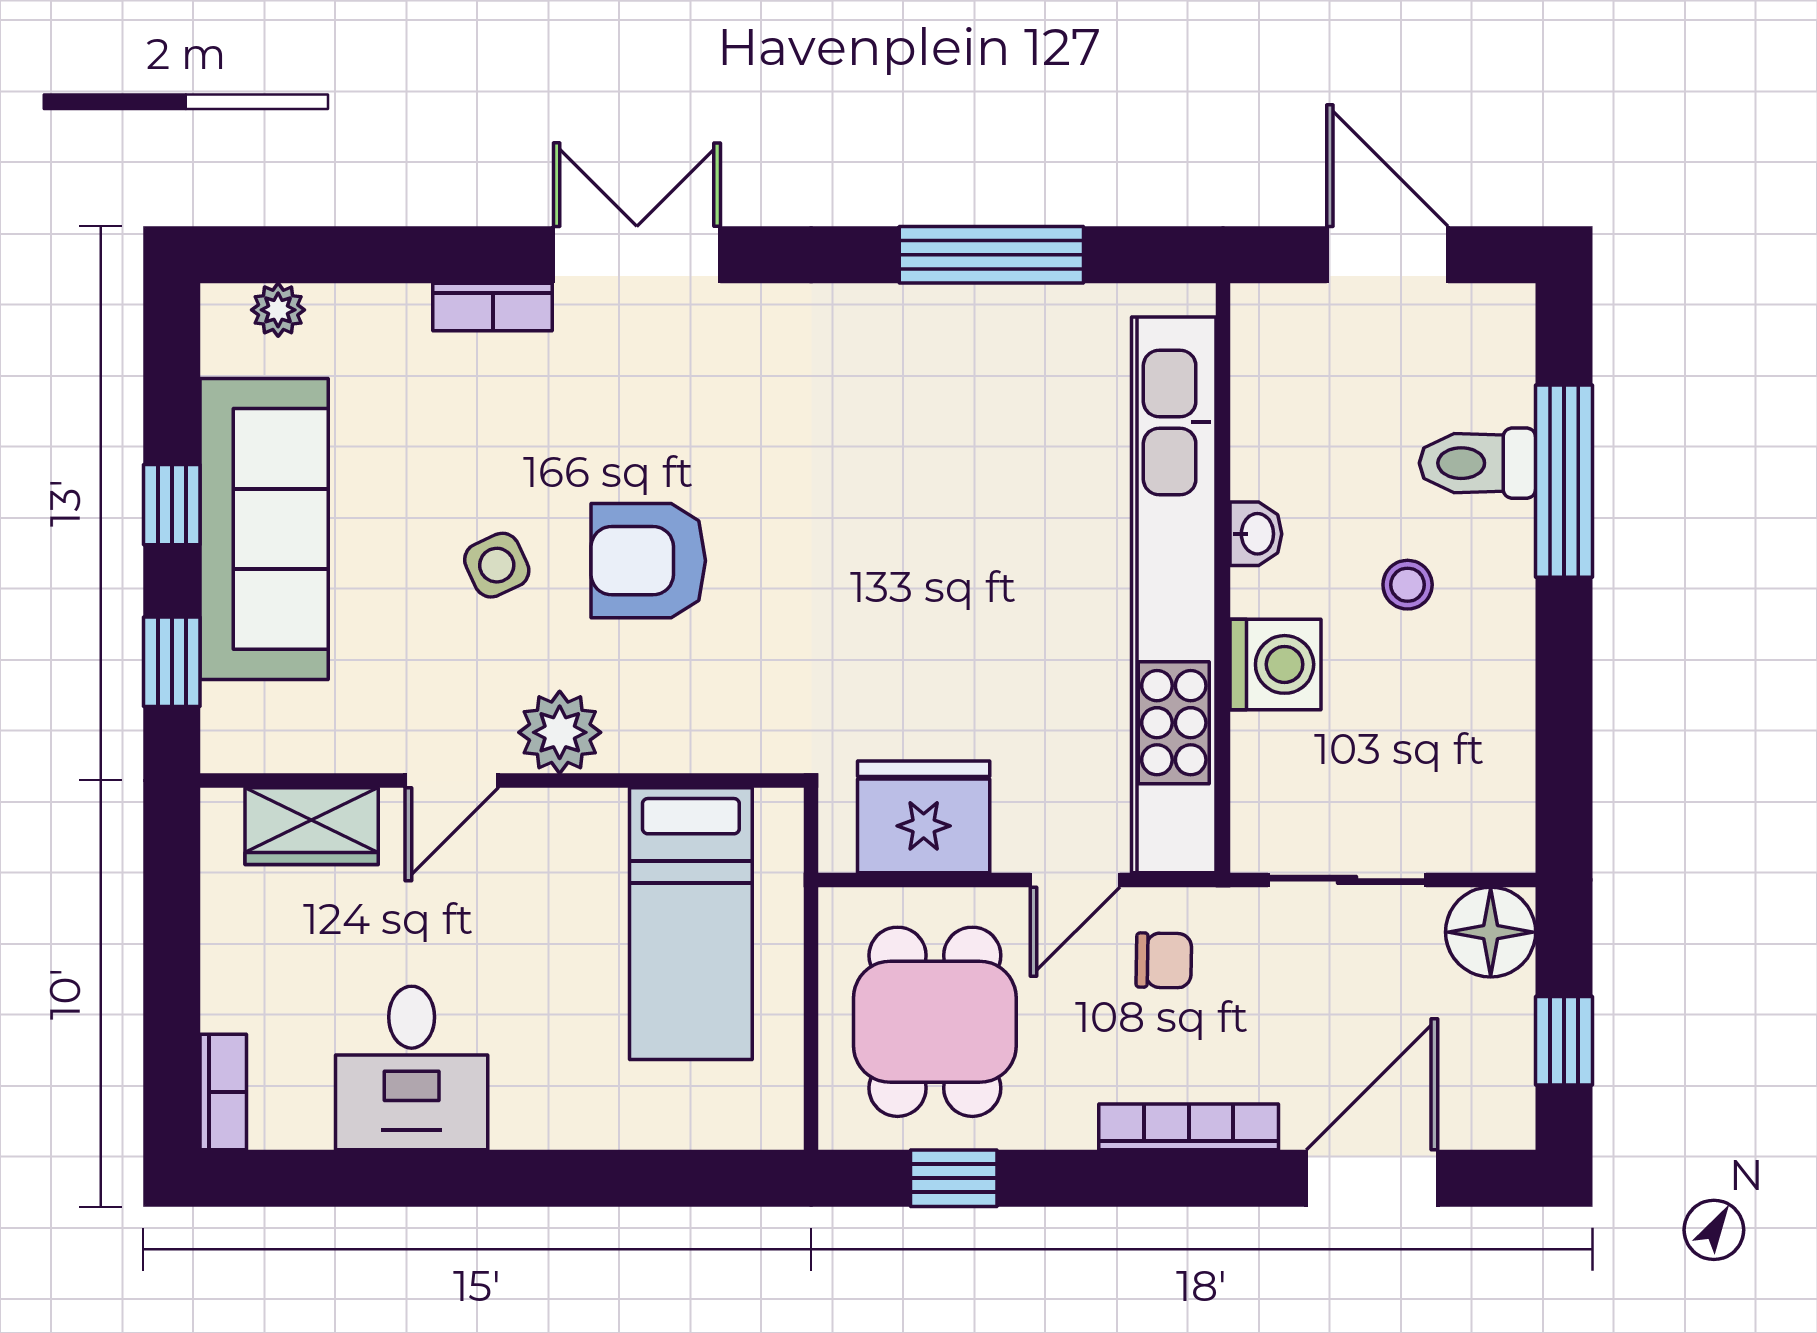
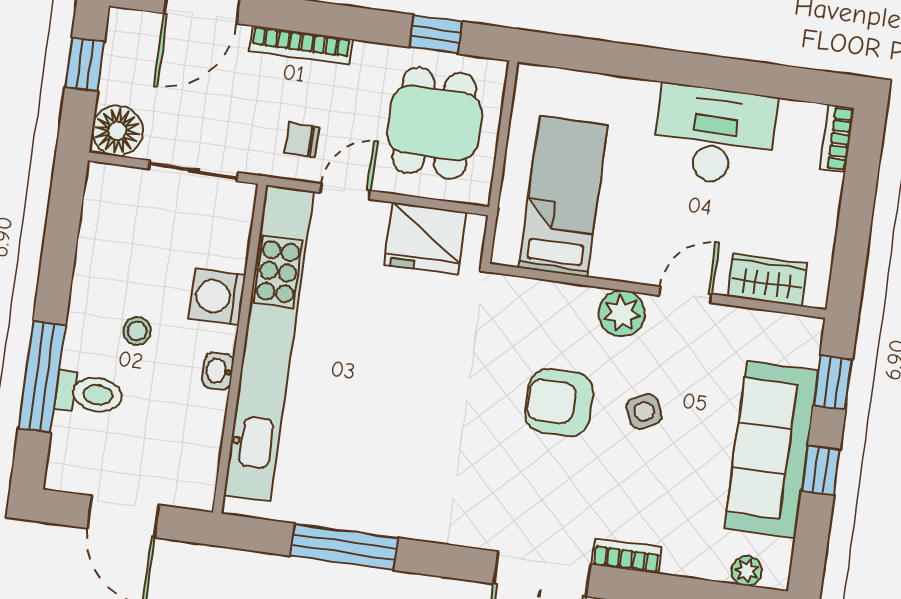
armchair: (648, 561) -> (559, 402), turned 180
desk: (412, 1068) -> (714, 135), width x1.37

